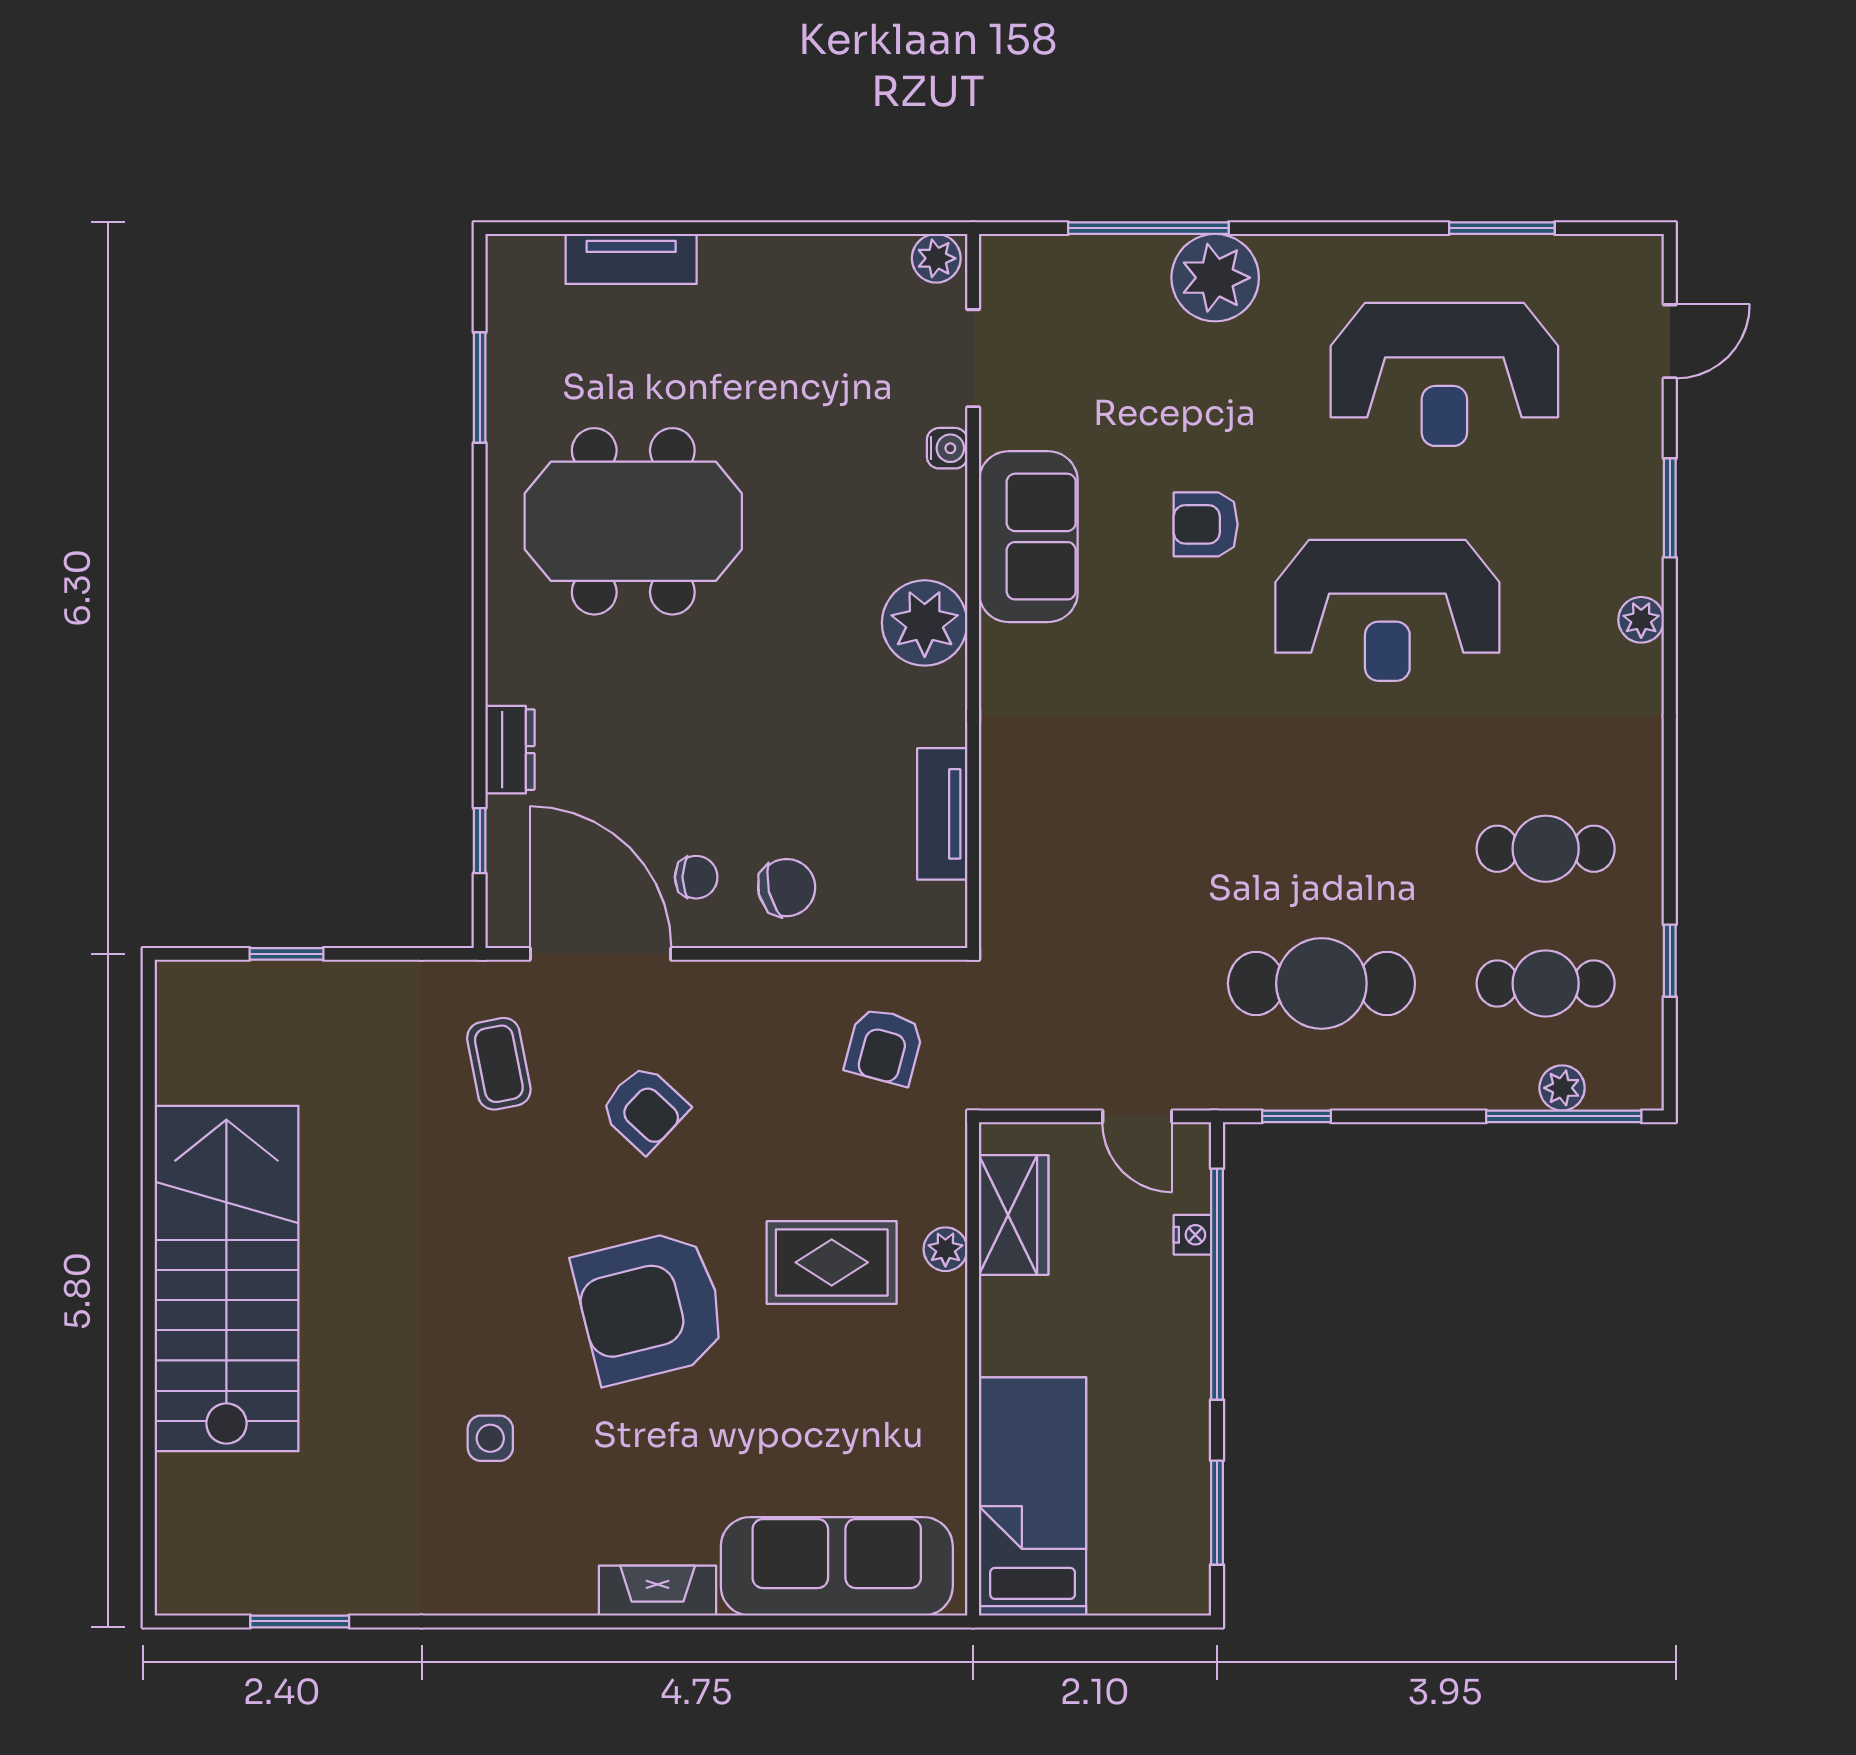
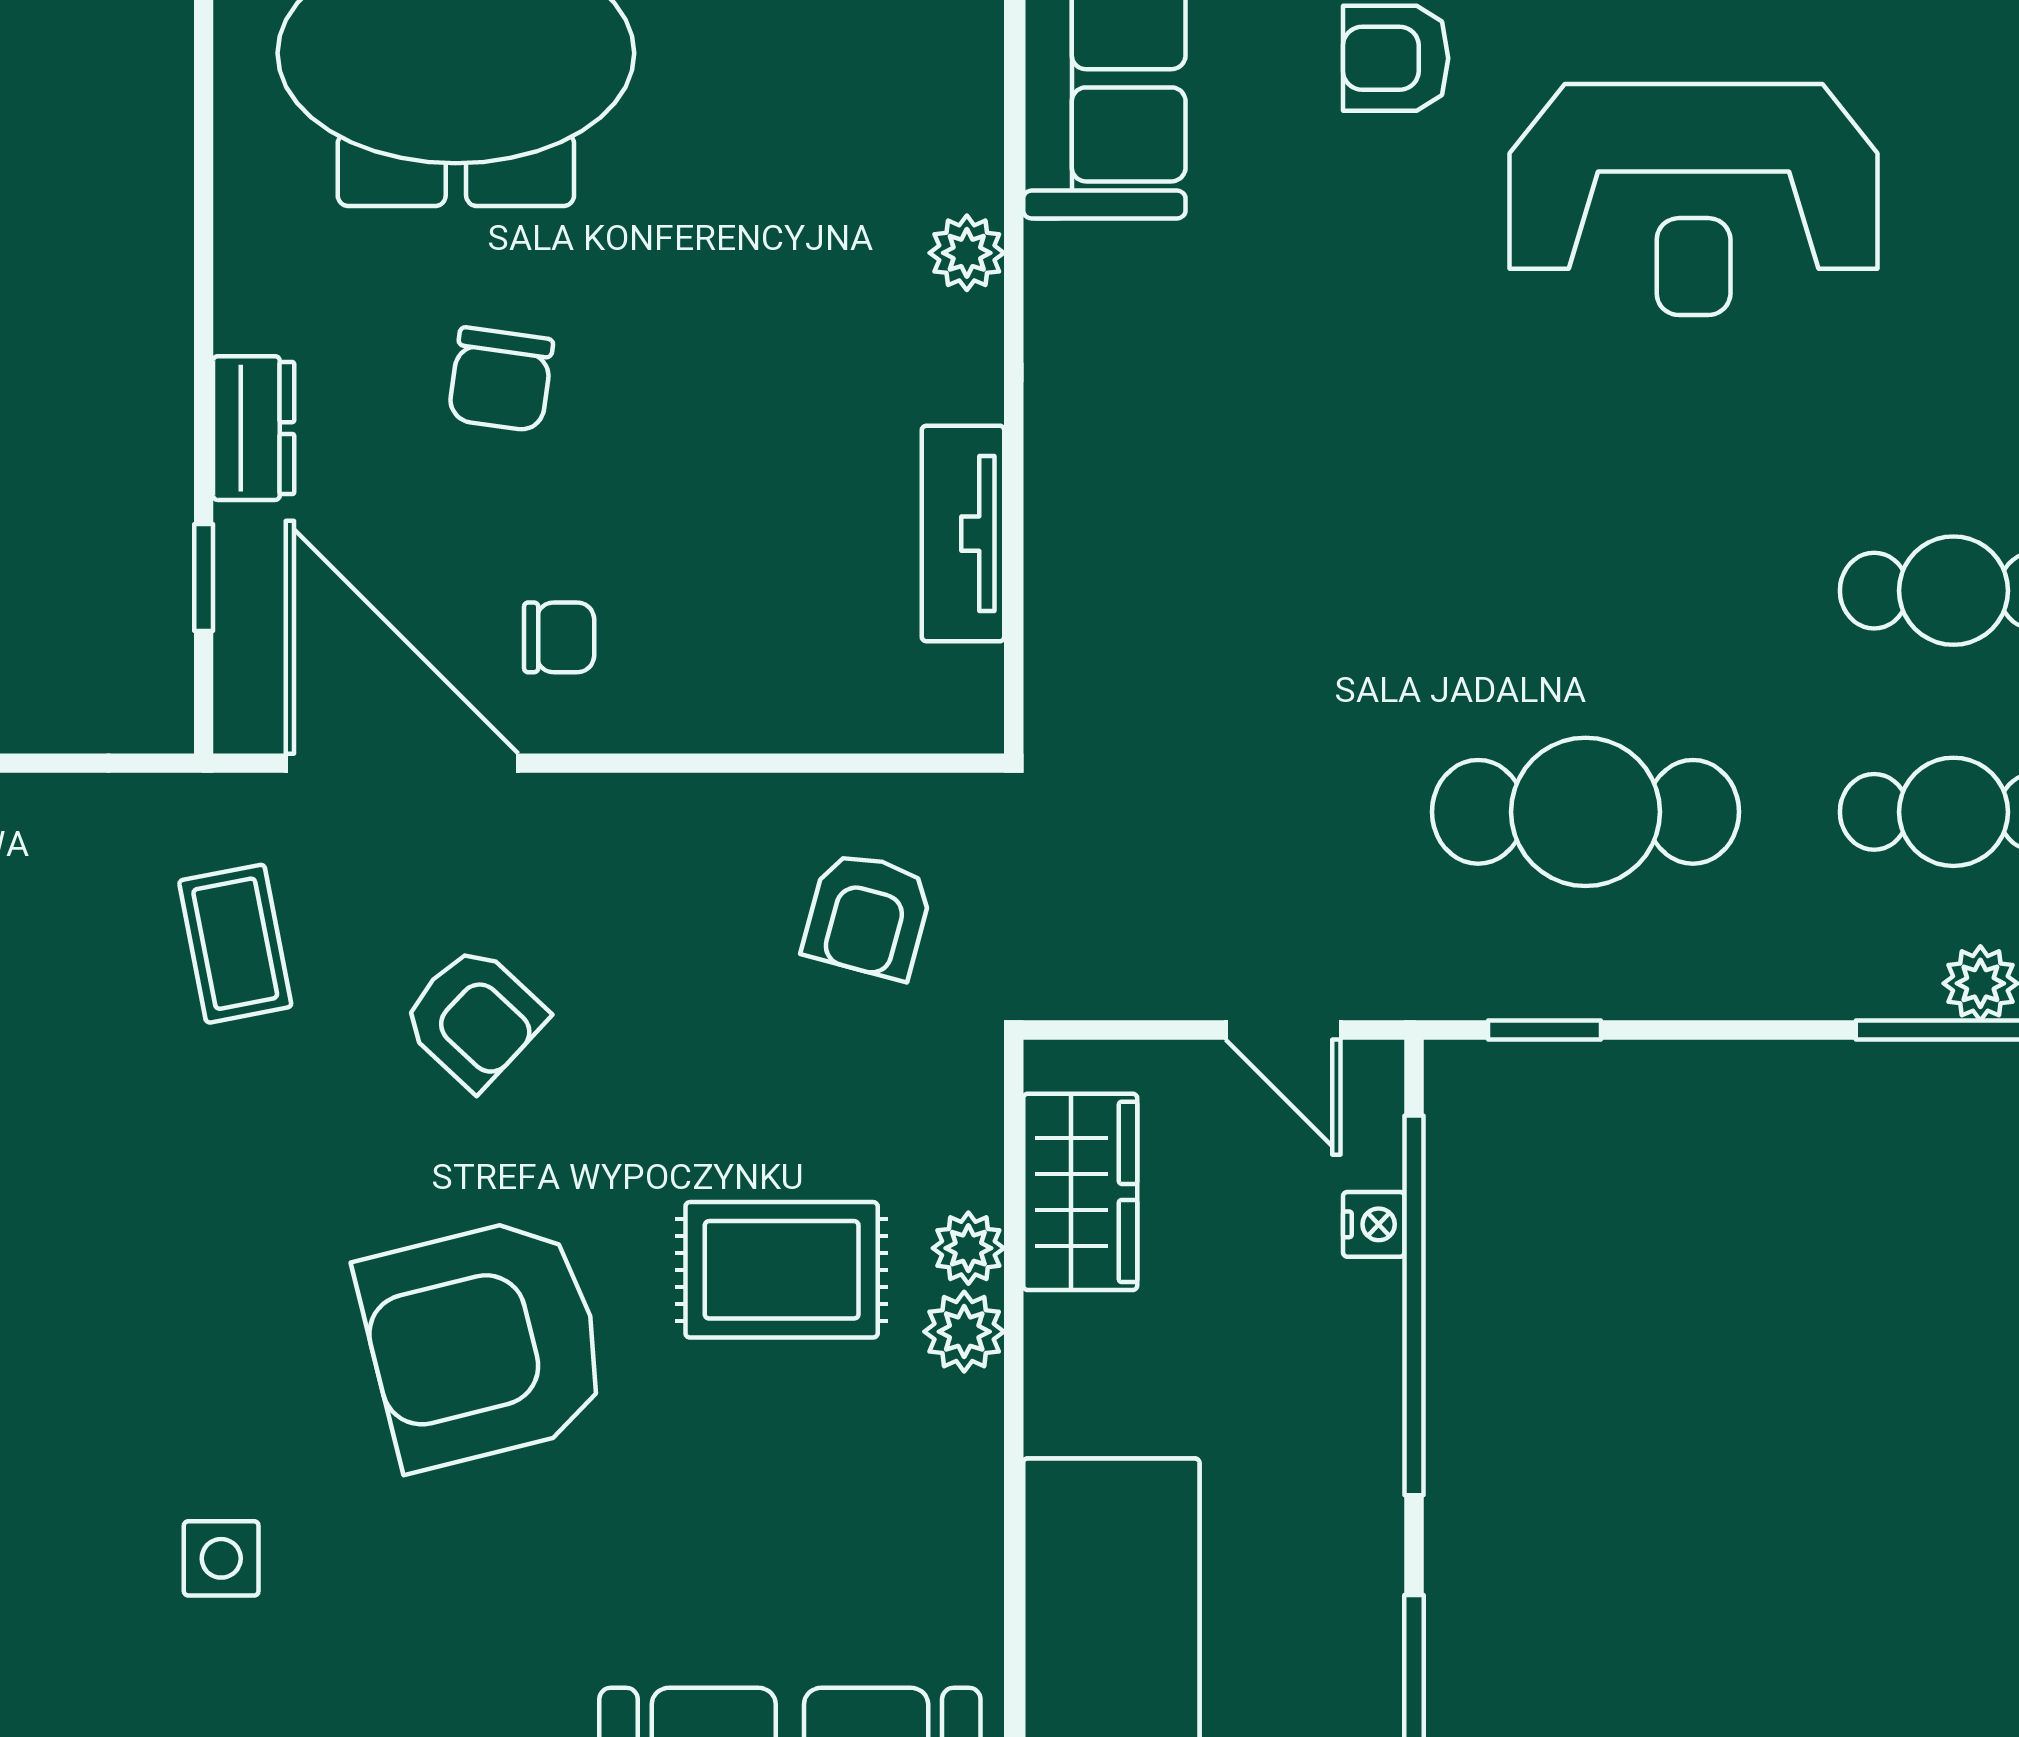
plant: (925, 623) -> (967, 253), width x0.53, depth x0.53
chair: (787, 888) -> (501, 379), moved, turned 112
plant: (943, 1300) -> (964, 1332), added

